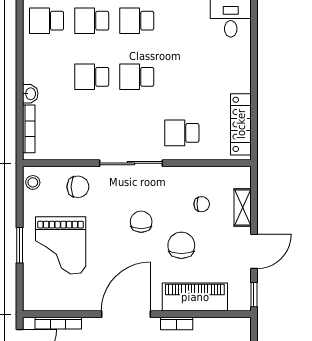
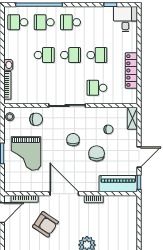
school desk: (92, 77) -> (44, 55), turned 180
school desk: (137, 77) -> (71, 55), turned 180
school desk: (182, 77) -> (97, 55), added
locker: (241, 124) -> (131, 71), moved
shelving: (243, 207) -> (132, 118), moved
piano: (195, 297) -> (118, 184), moved
door: (126, 314) -> (64, 194), hinge flipped

